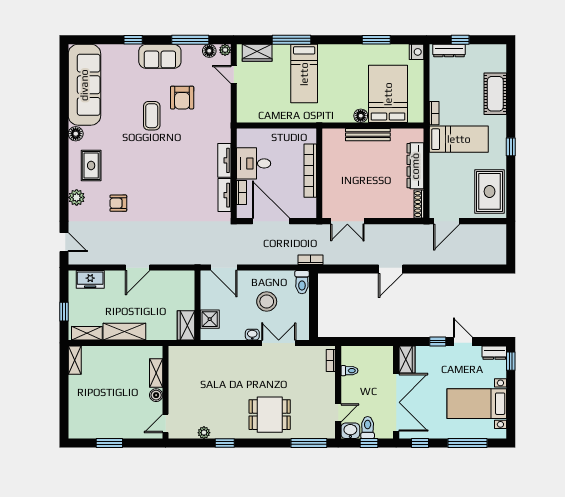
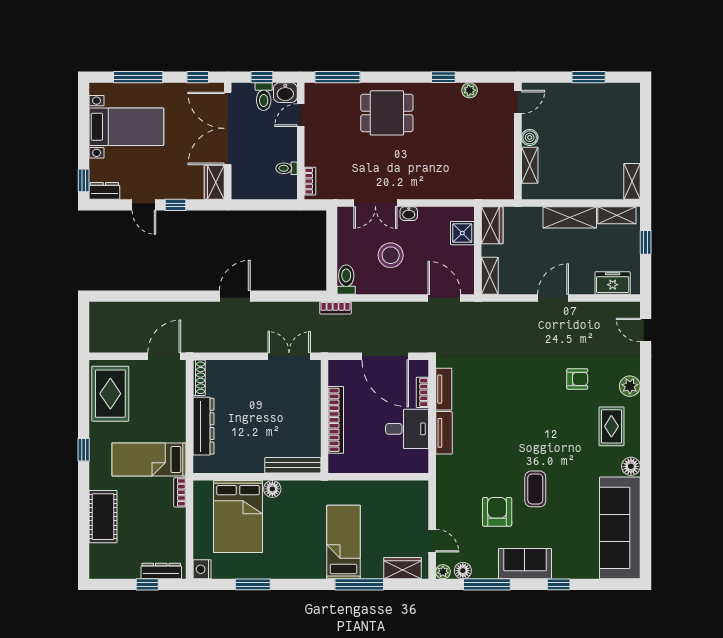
bench: (368, 135) -> (293, 465), moved
shelving: (188, 285) -> (490, 276), added

